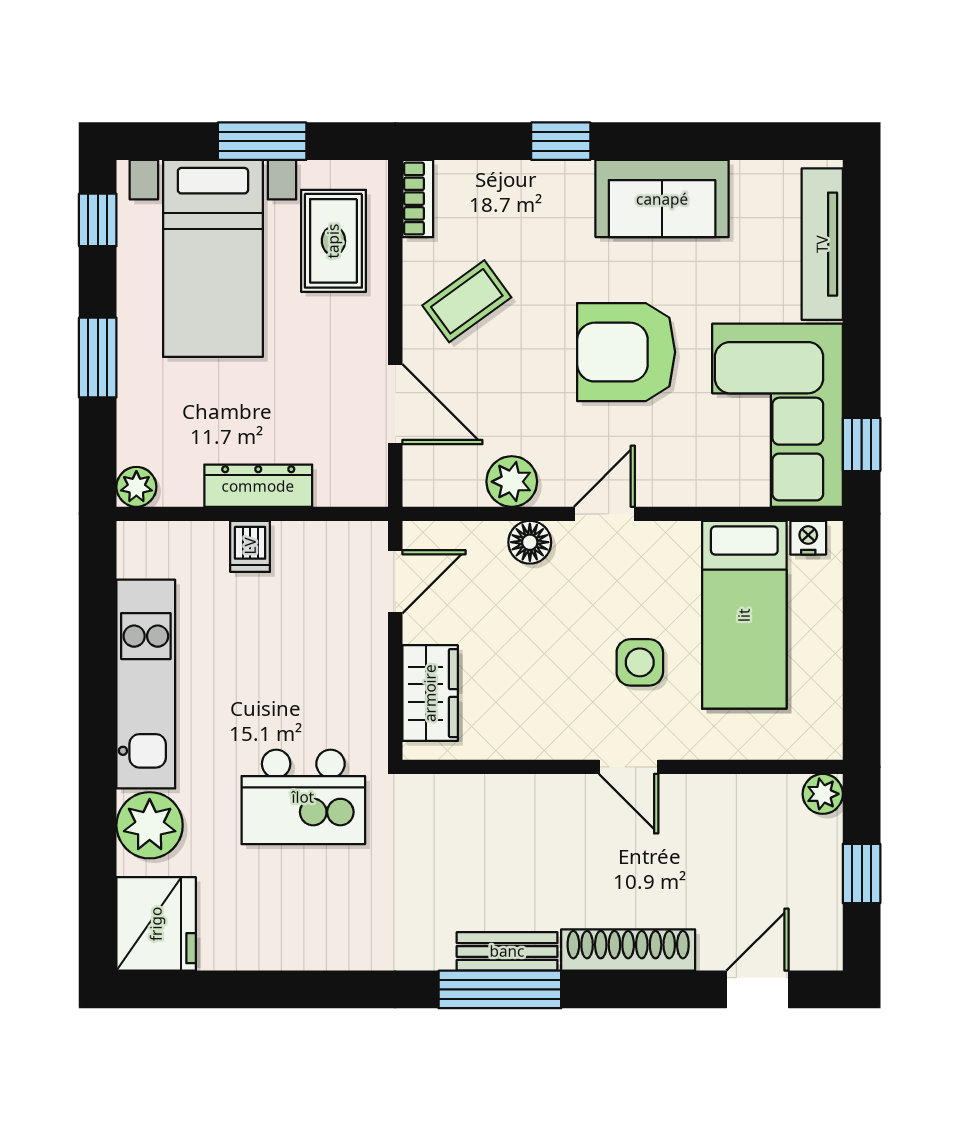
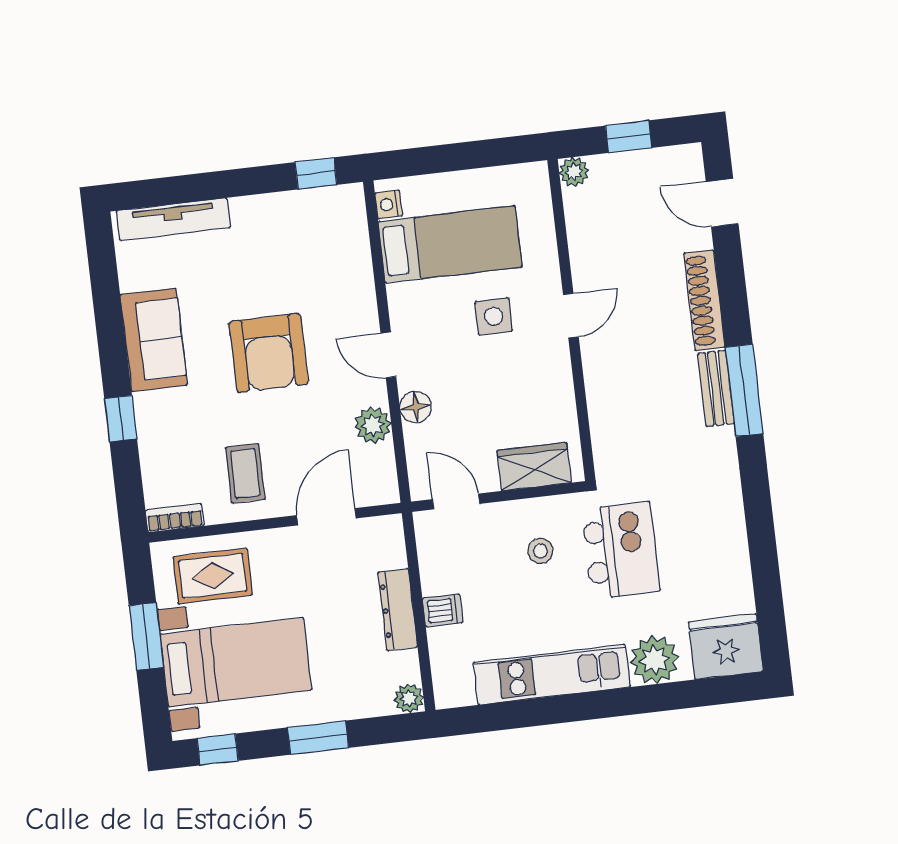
coffee table: (467, 301) -> (245, 473), turned 36
corner sofa: (777, 415) -> (302, 237), removed
stool: (315, 688) -> (540, 551), added

